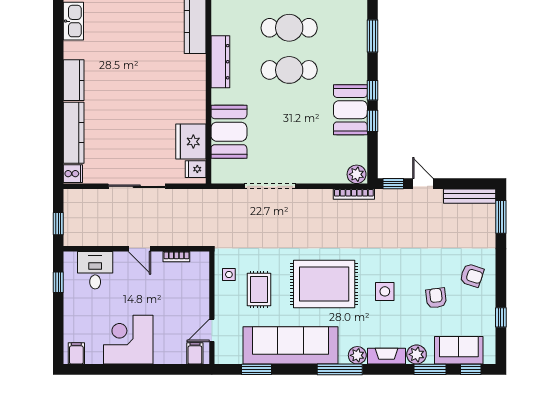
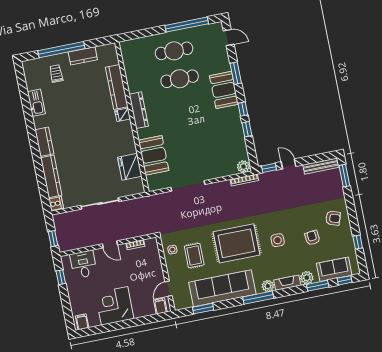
cafe table: (289, 70) -> (185, 107), removed
booth: (350, 110) -> (224, 90), moved
fridge: (196, 169) -> (123, 115), moved

